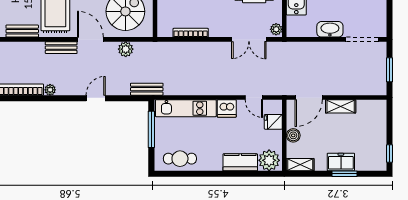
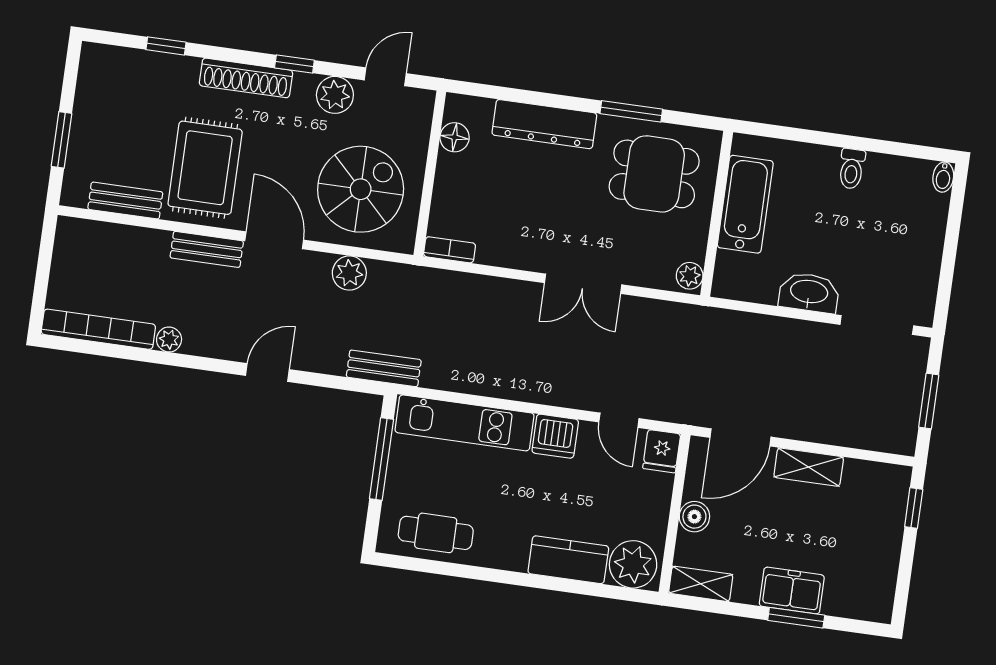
bookcase: (191, 33) -> (450, 250), moved, width x0.64
double door: (249, 39) -> (583, 284), moved
fridge: (273, 122) -> (662, 451), moved, turned -90
window: (390, 153) -> (914, 508), moved

